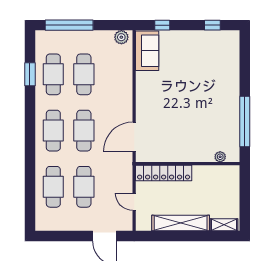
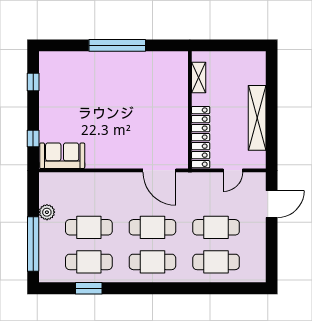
plant: (121, 37) -> (47, 212), moved
window: (245, 121) -> (117, 45), moved
plant: (220, 157) -> (182, 73), removed
shelving: (224, 225) -> (199, 77), moved

